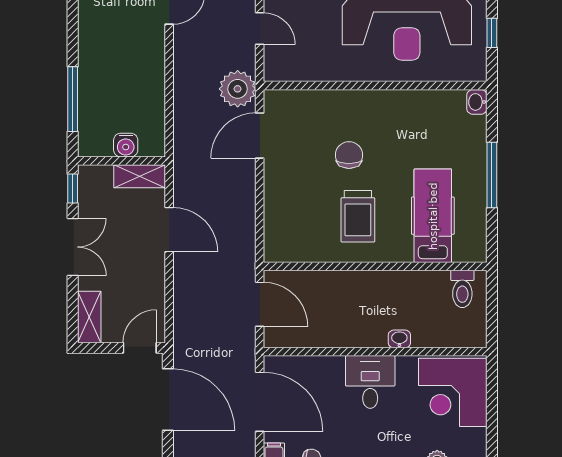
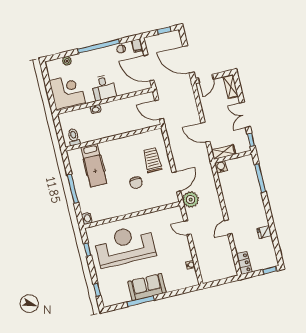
water cooler: (126, 145) -> (221, 167), moved
trolley: (358, 216) -> (152, 160), moved

